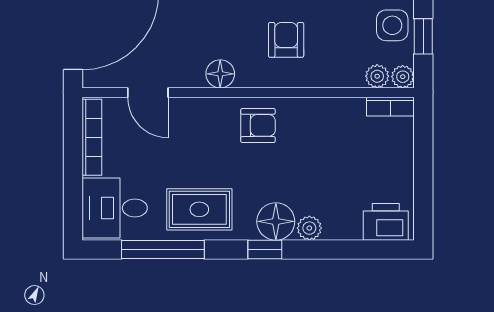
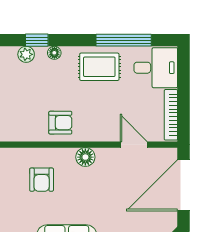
armchair: (258, 125) -> (60, 123), turned 180
floor lamp: (276, 221) -> (54, 53), width x0.53, depth x0.53
window: (265, 249) -> (37, 40), moved

